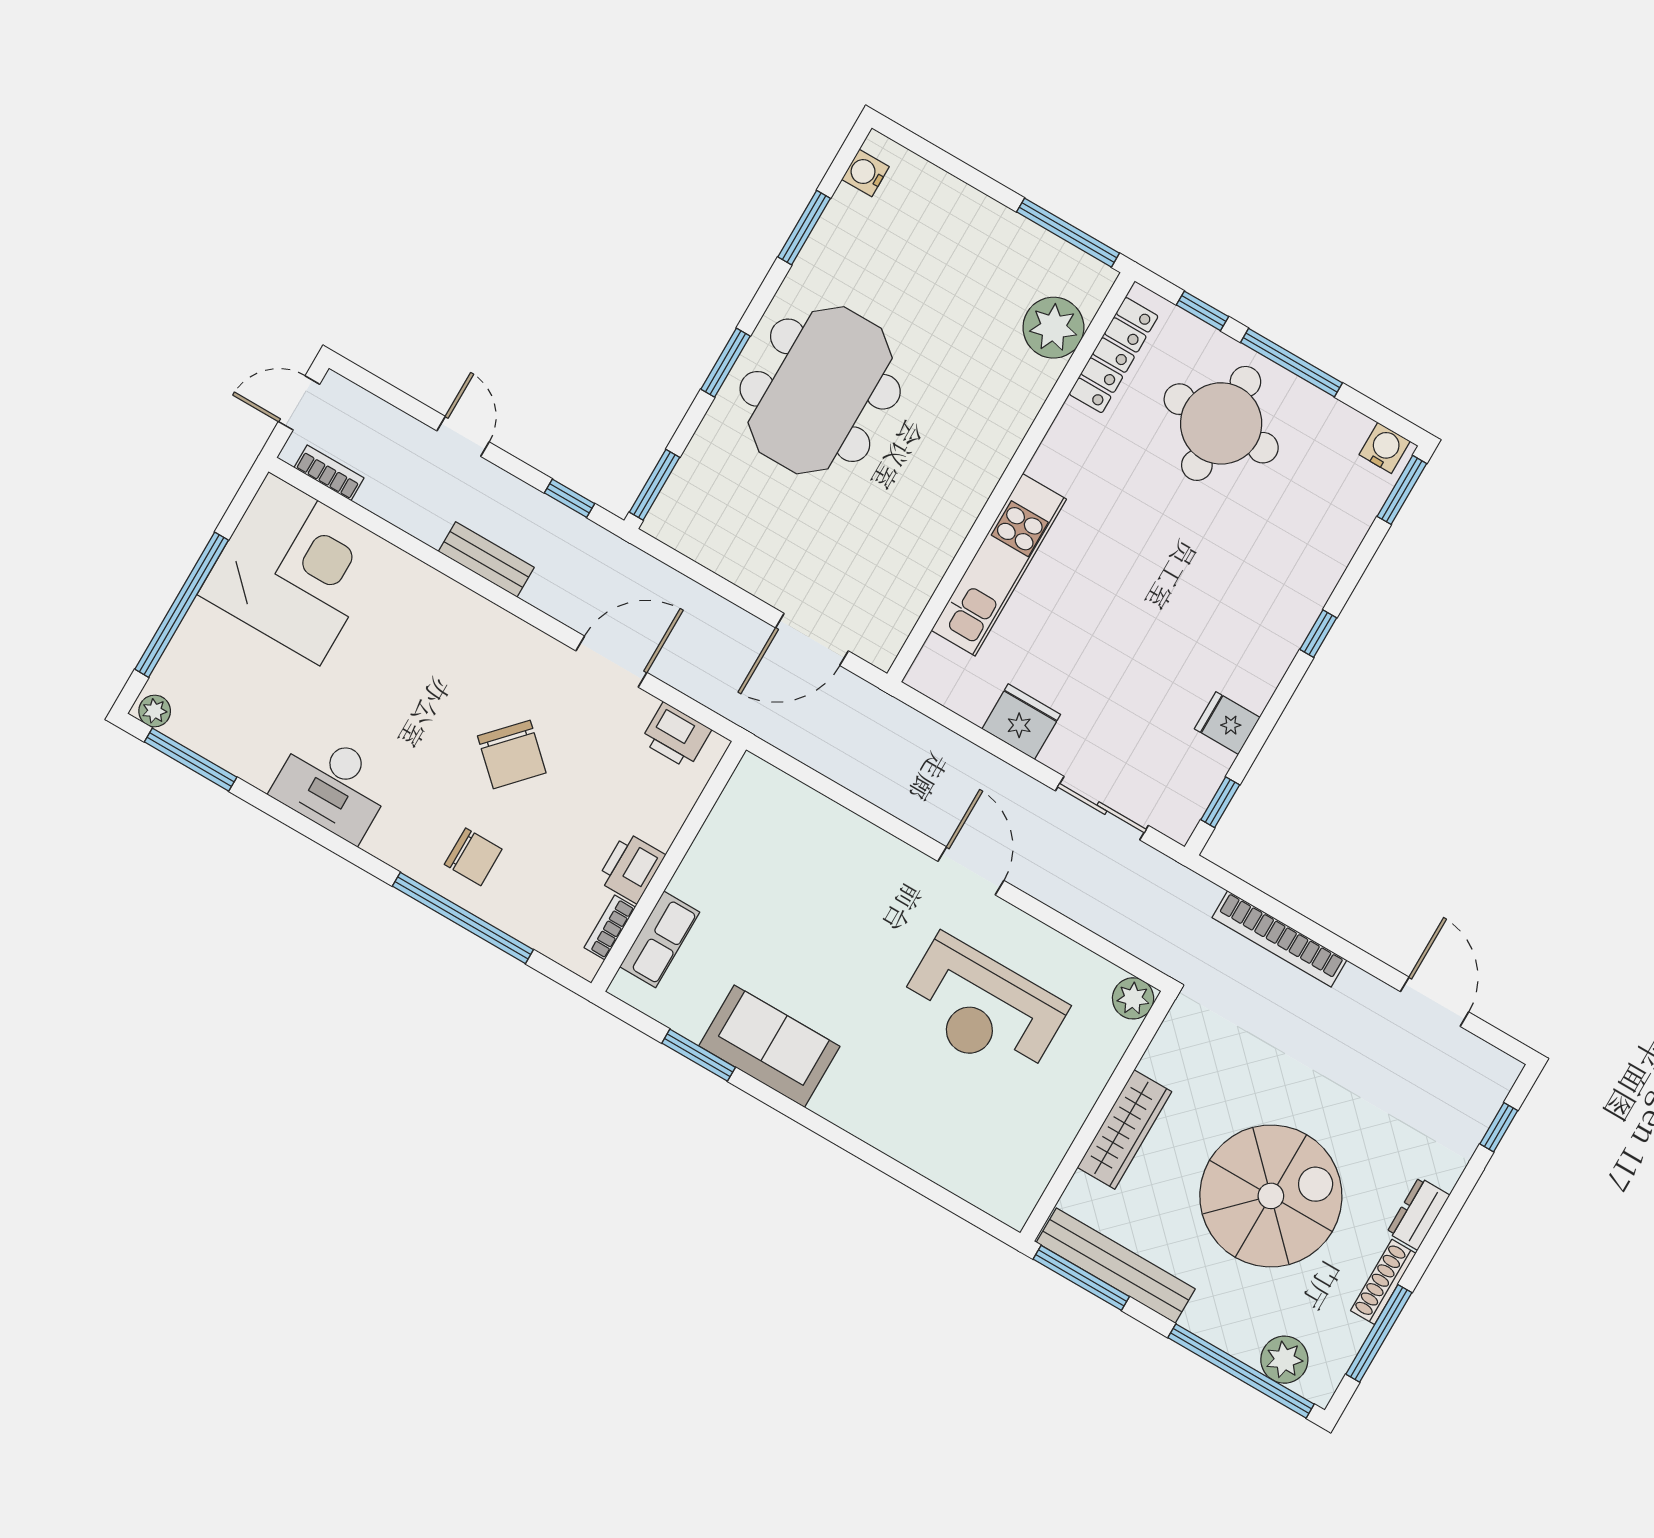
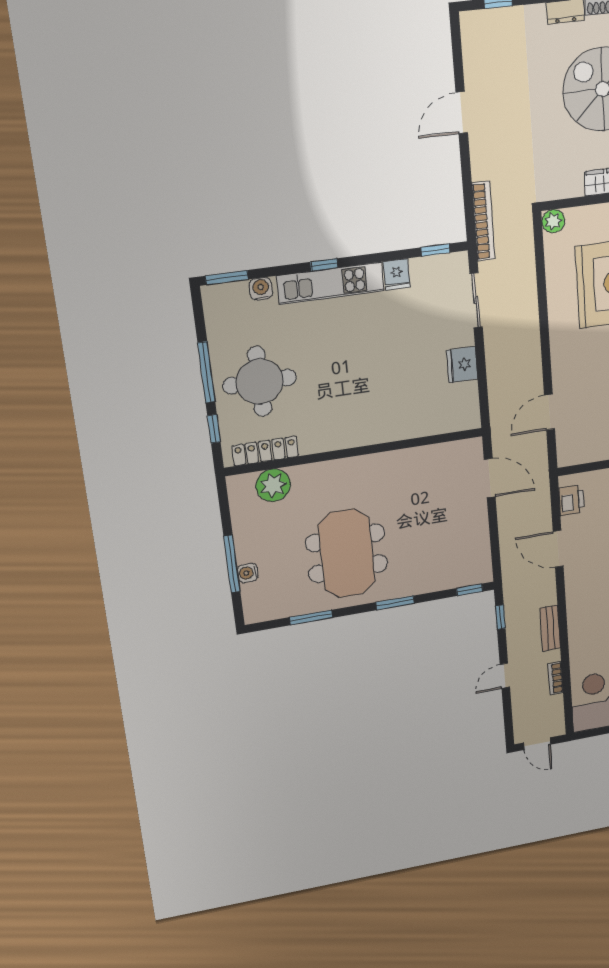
water cooler: (865, 173) -> (248, 573), moved, turned 90
window: (1068, 233) -> (232, 564), moved
meeting table: (820, 390) -> (347, 553), moved, turned 90
water cooler: (1385, 448) -> (261, 289), moved, turned 90
bookcase: (329, 473) -> (556, 678), moved
window: (654, 485) -> (469, 590), width x0.67
kitchen unit: (999, 565) -> (331, 283), moved, turned 180
door: (971, 871) -> (550, 412), moved
bookcase: (1279, 939) -> (483, 221), moved
door: (1435, 1002) -> (462, 113), moved

